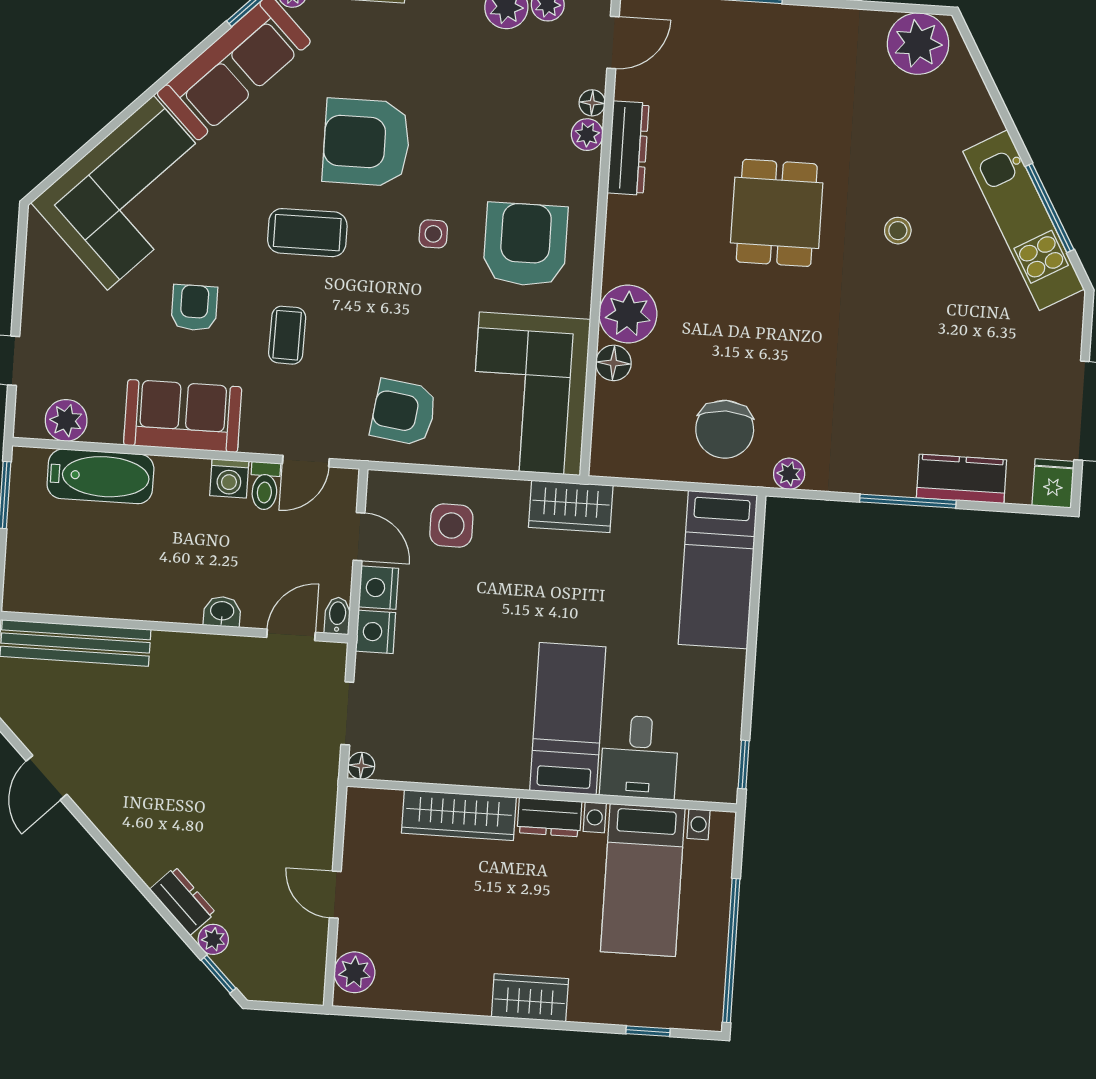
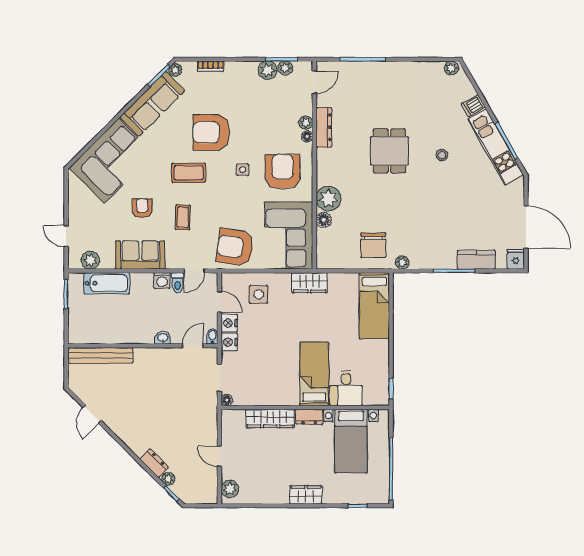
plant: (918, 44) -> (451, 68), width x0.53, depth x0.53
floor lamp: (592, 103) -> (307, 136), moved
dishwasher: (978, 121) -> (473, 106), added
armchair: (404, 412) -> (235, 247), width x1.36, depth x1.36

